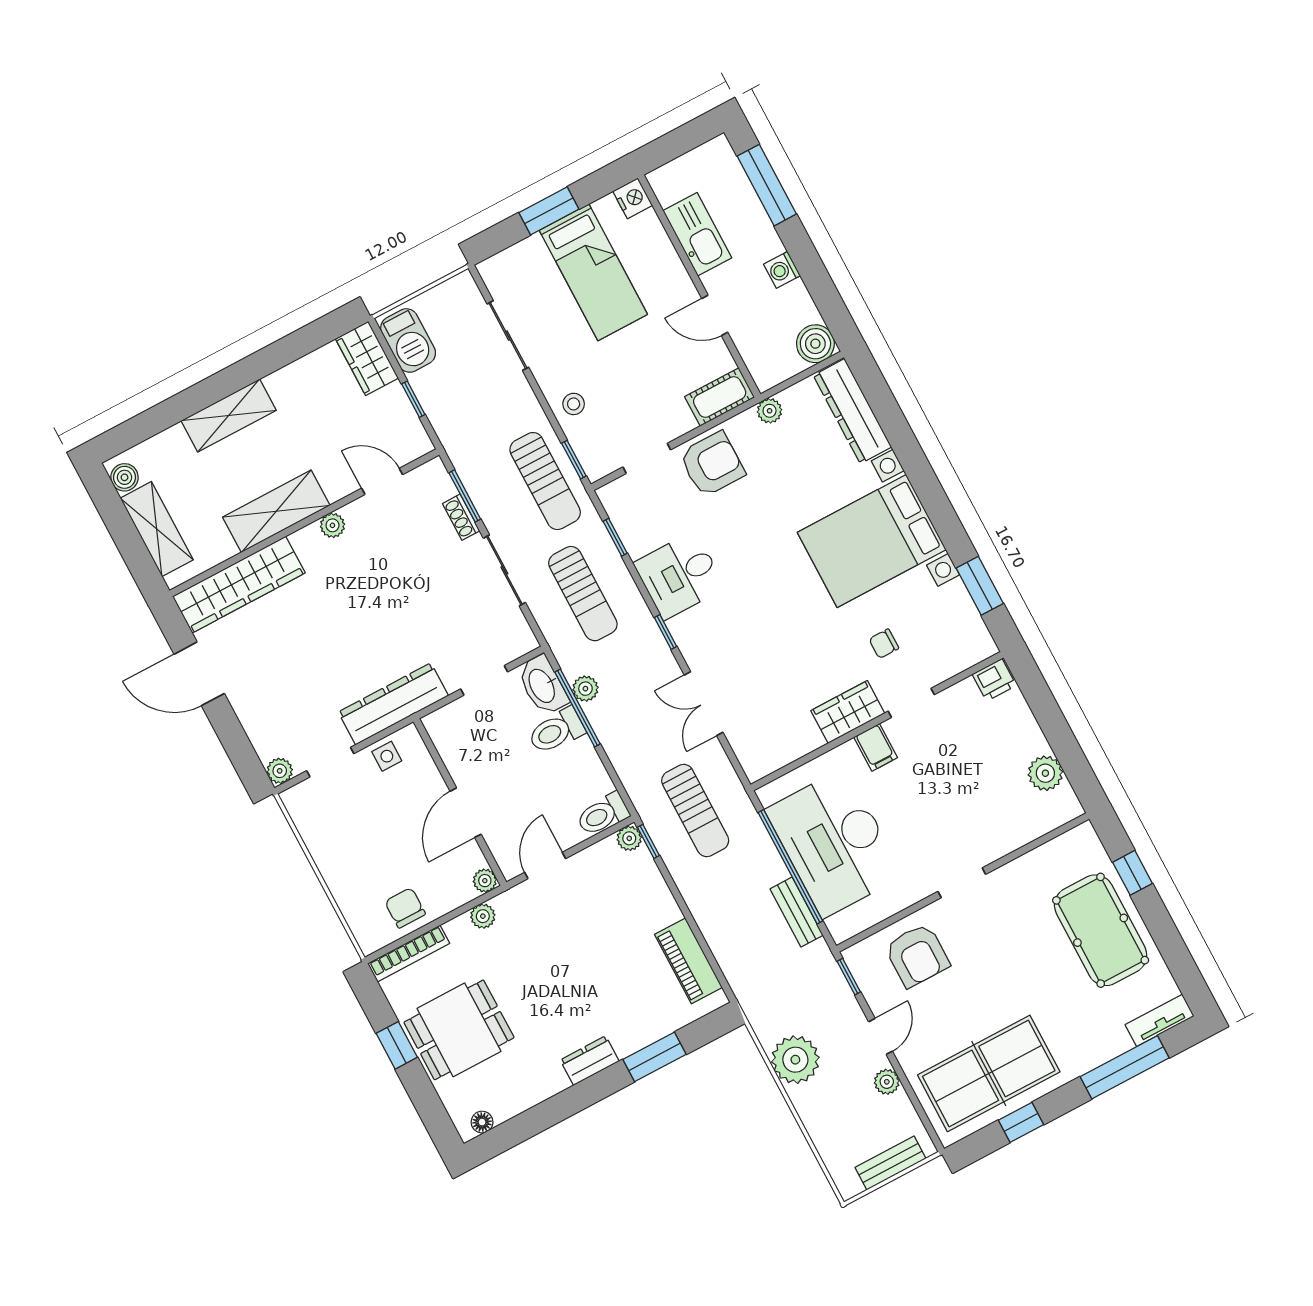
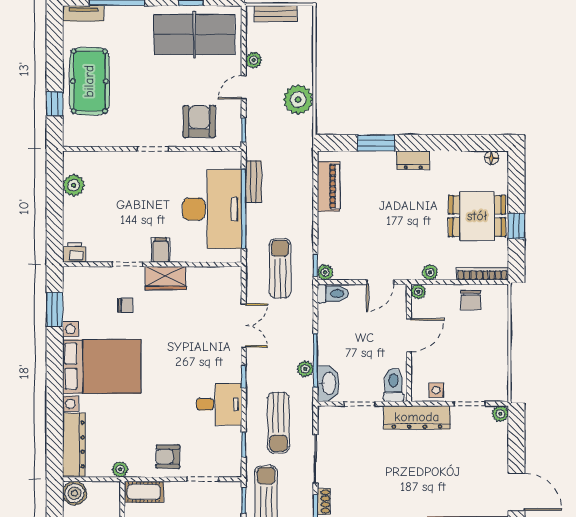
armchair: (712, 464) -> (168, 457), width x0.72, depth x0.72
sun lounger: (583, 594) -> (278, 423), turned 180
toilet: (556, 731) -> (394, 385), moved, turned -90

